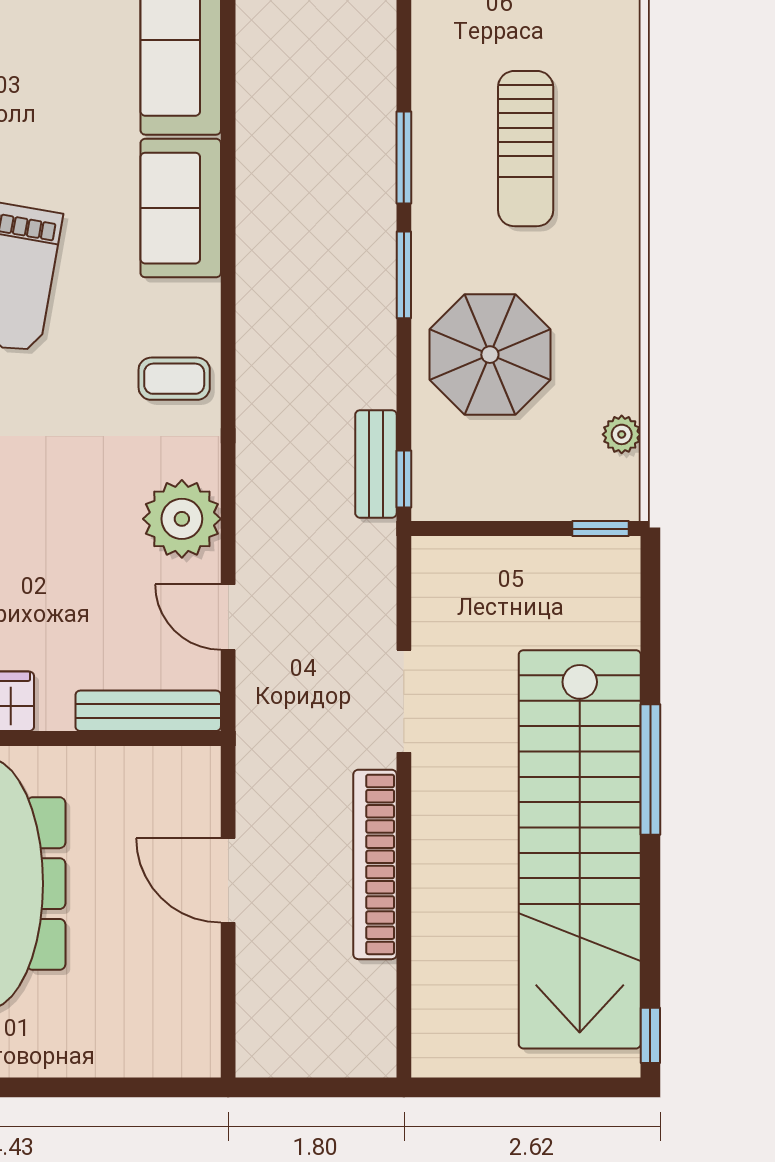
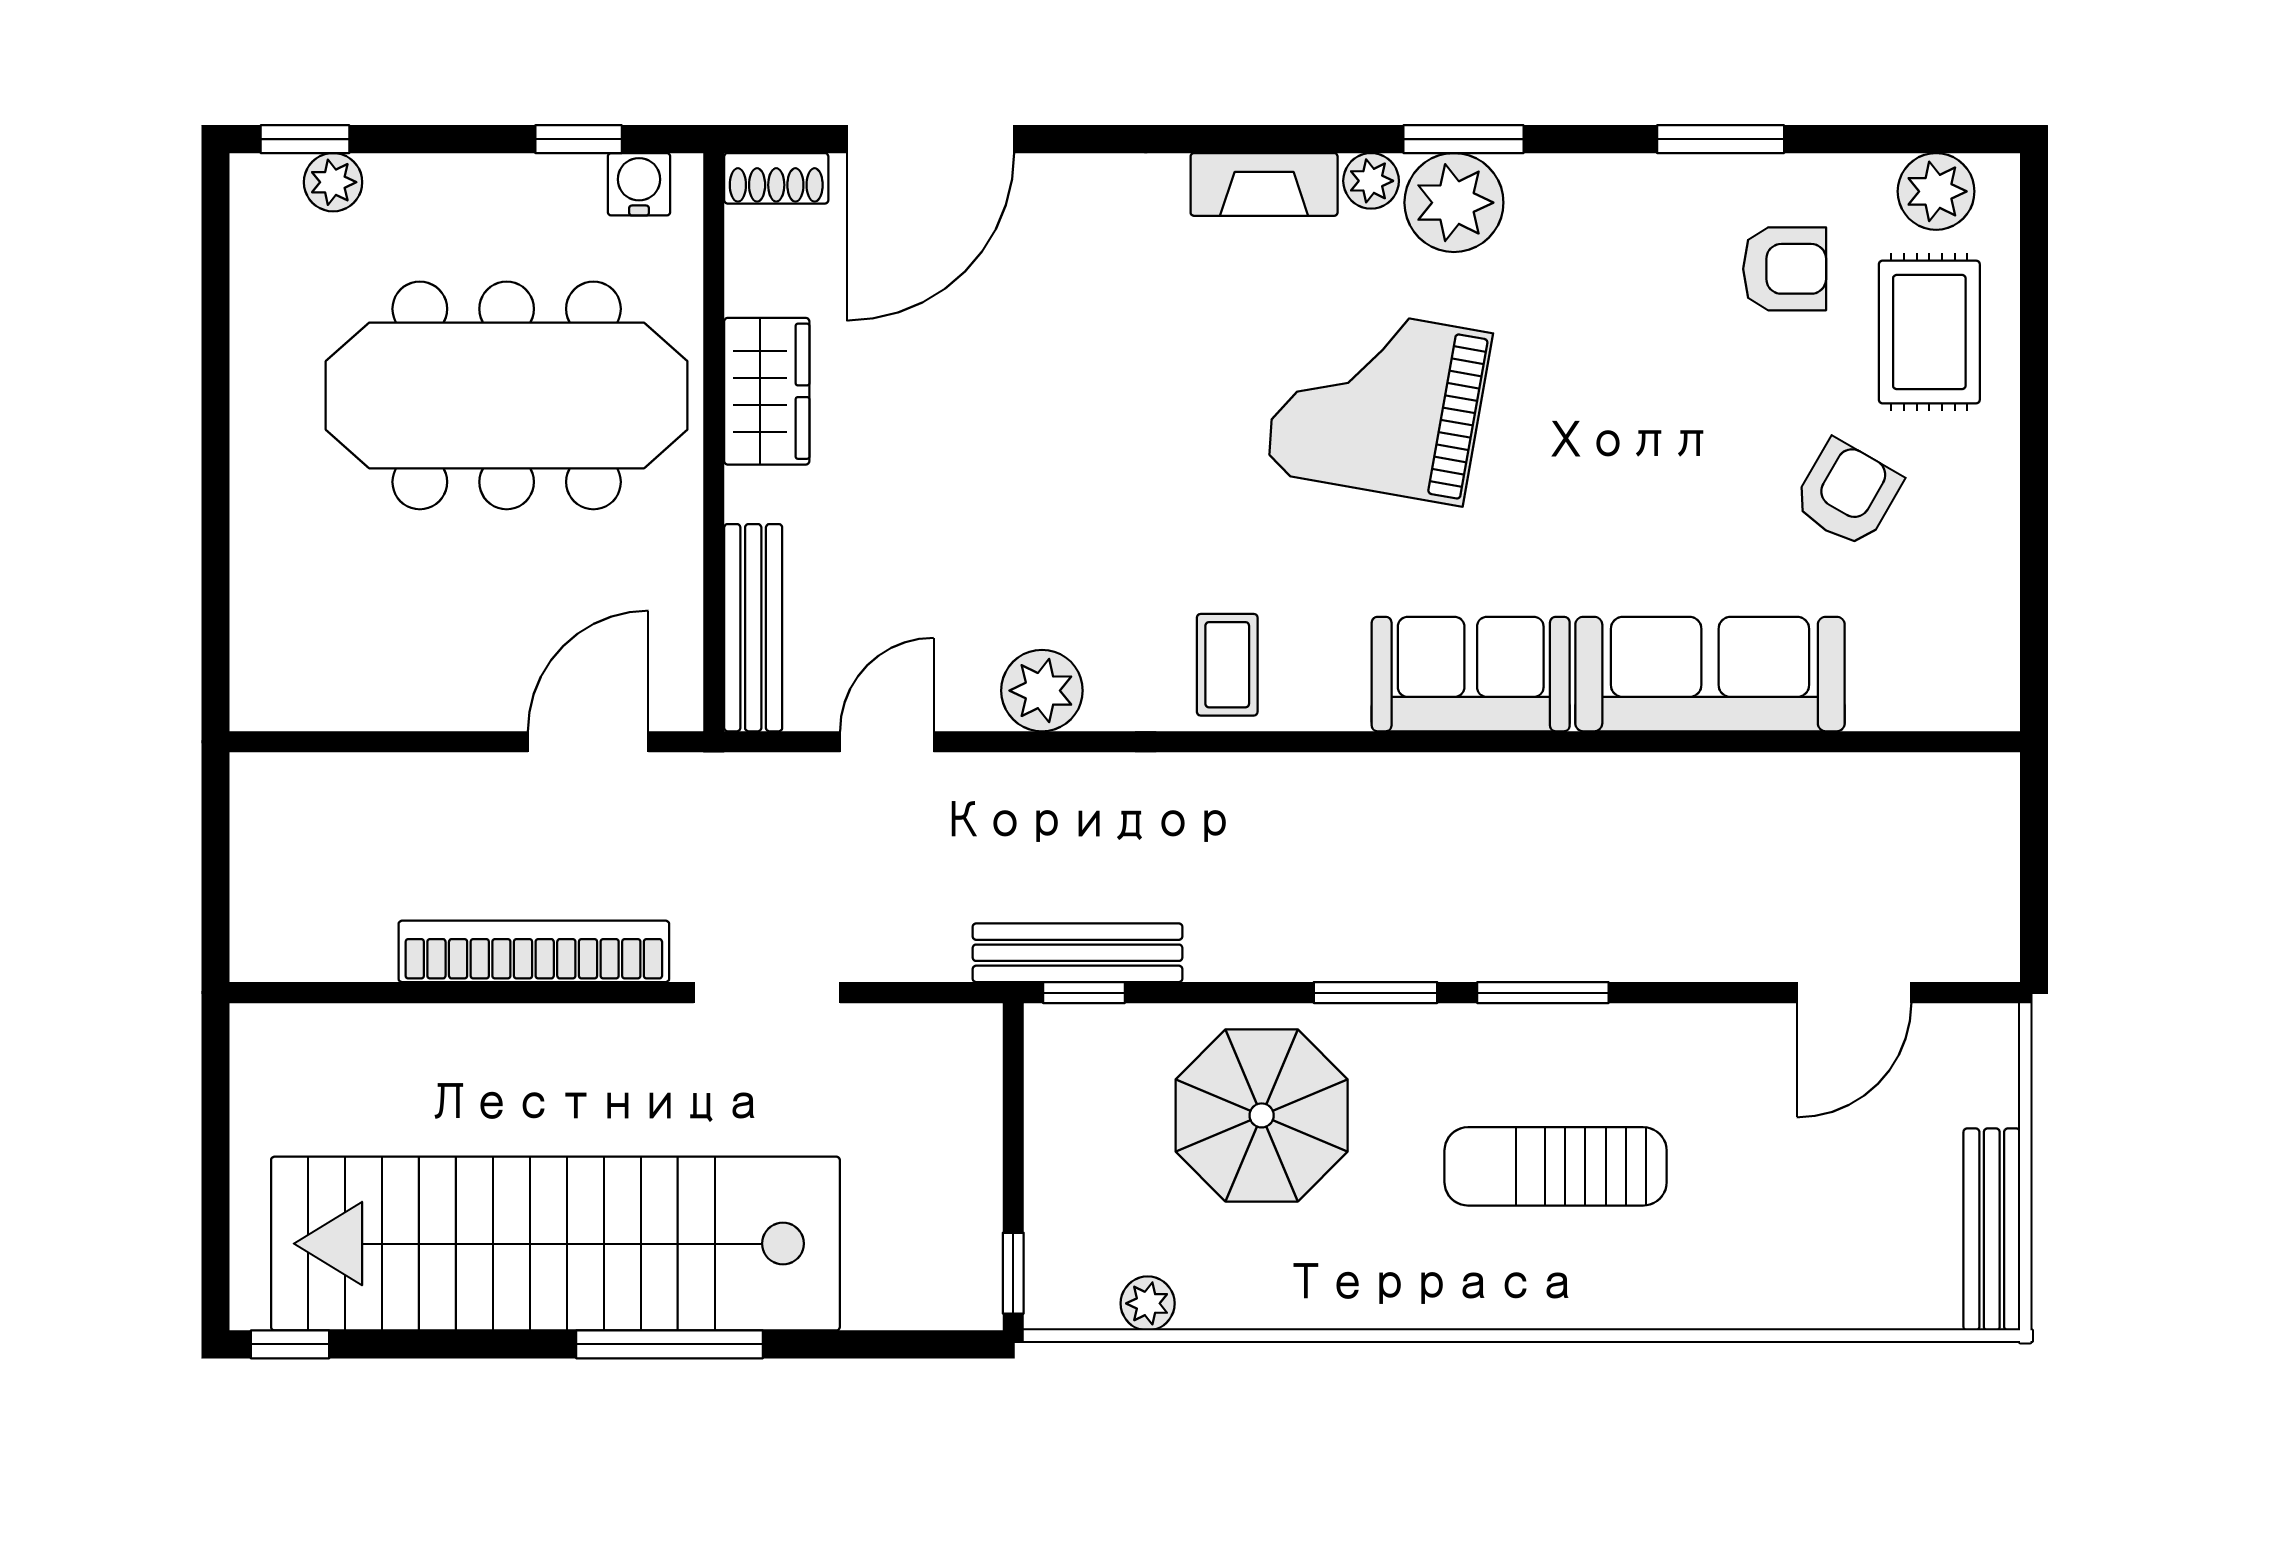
bench: (376, 464) -> (1078, 953), width x1.36
plant: (182, 519) -> (1042, 691), width x0.73, depth x0.73
door: (228, 880) -> (588, 742), moved

